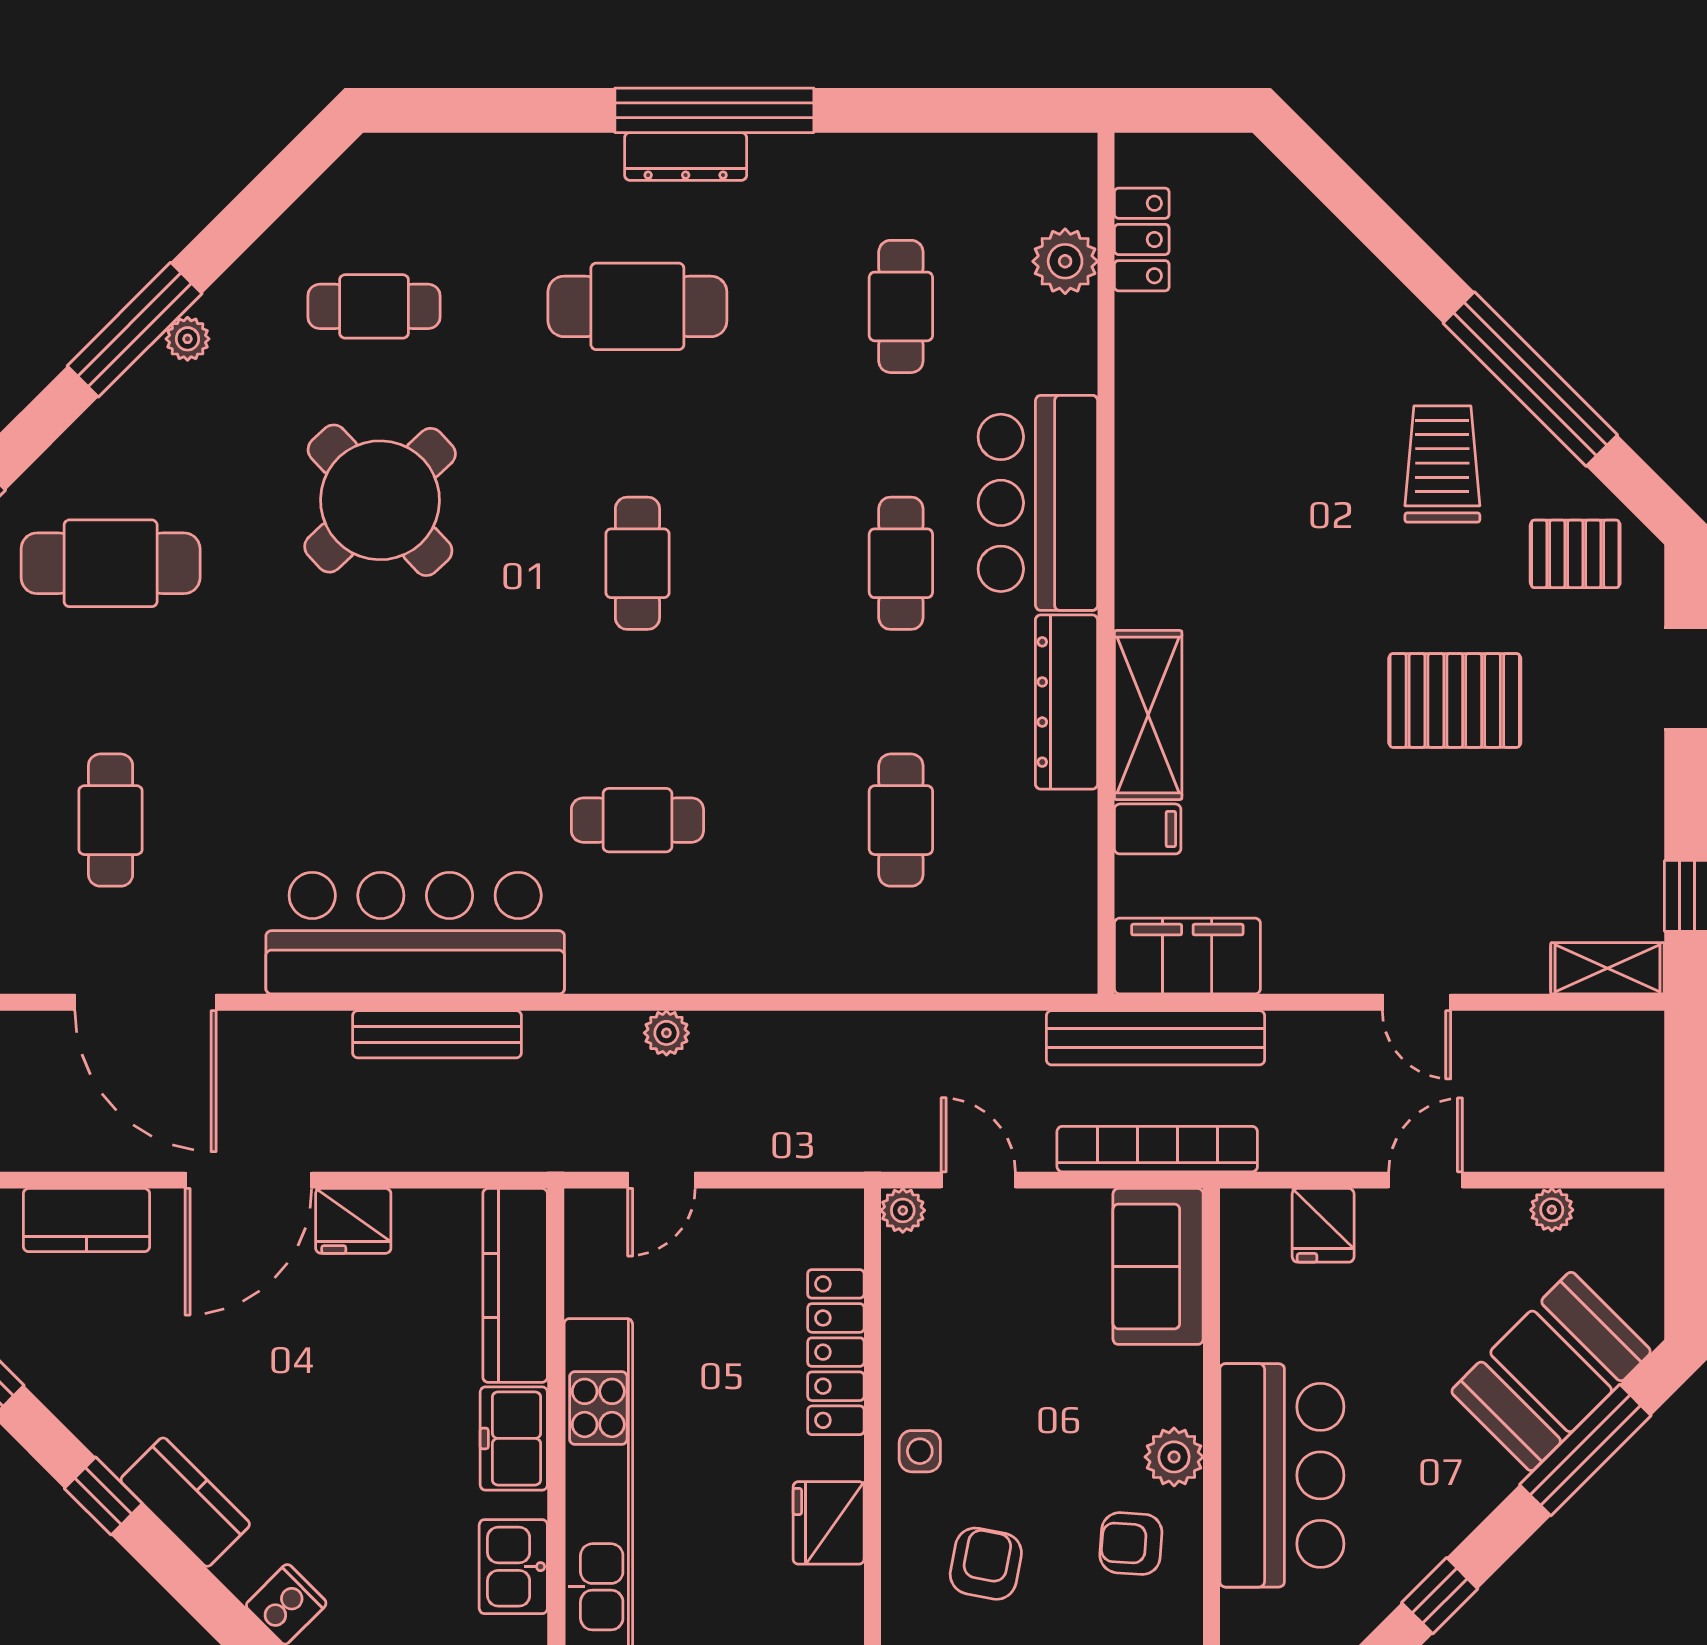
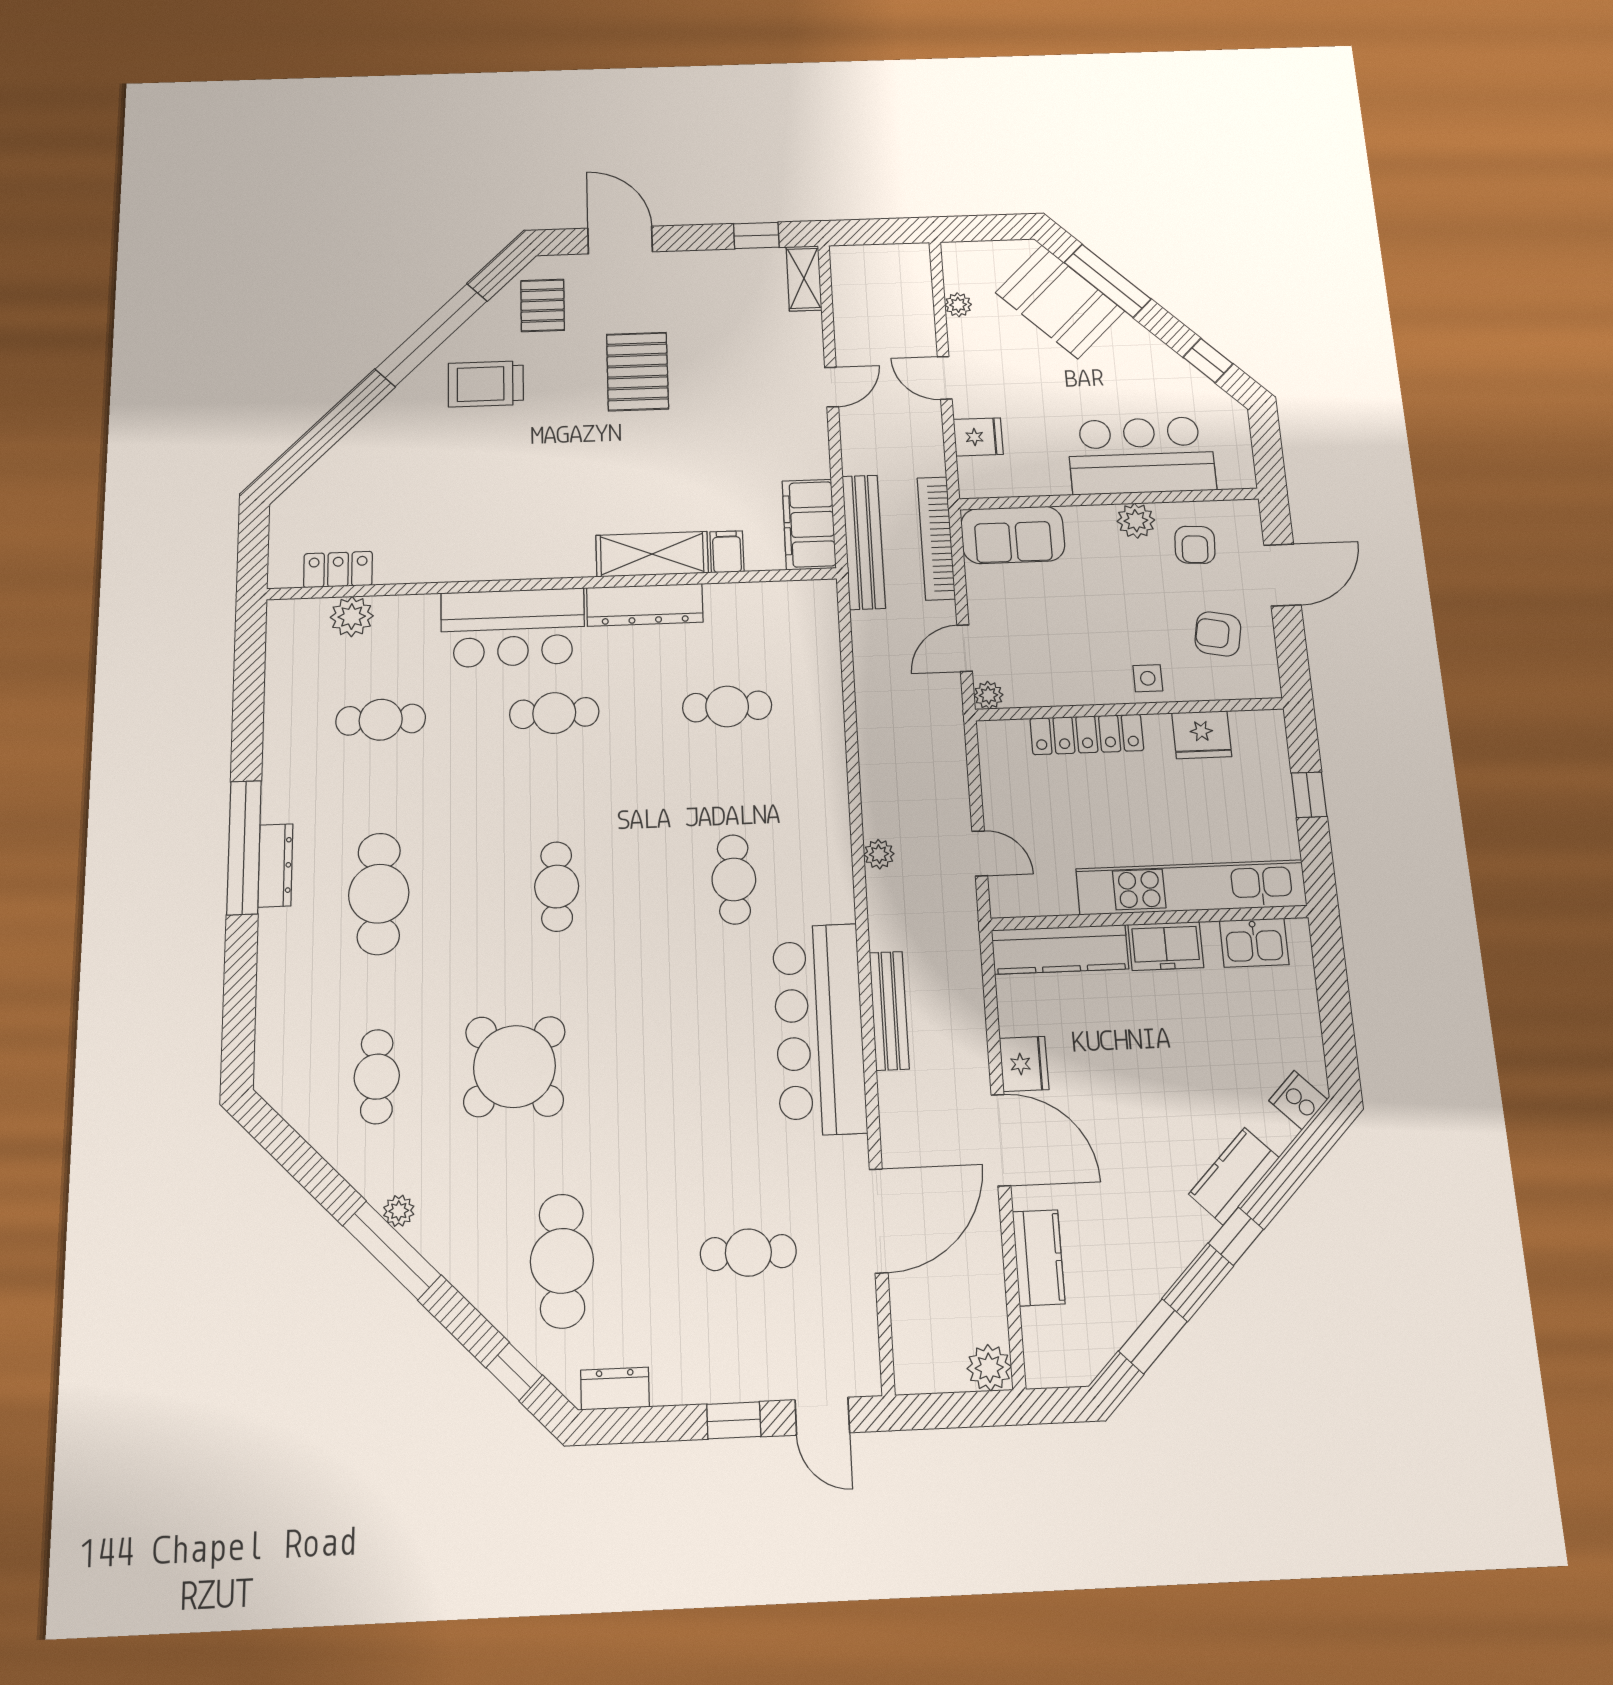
cafe table: (637, 563) -> (557, 887), turned 90

